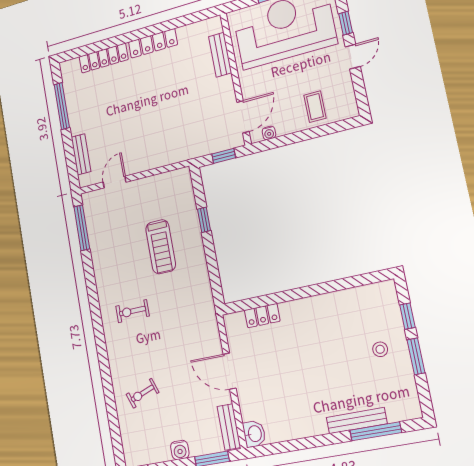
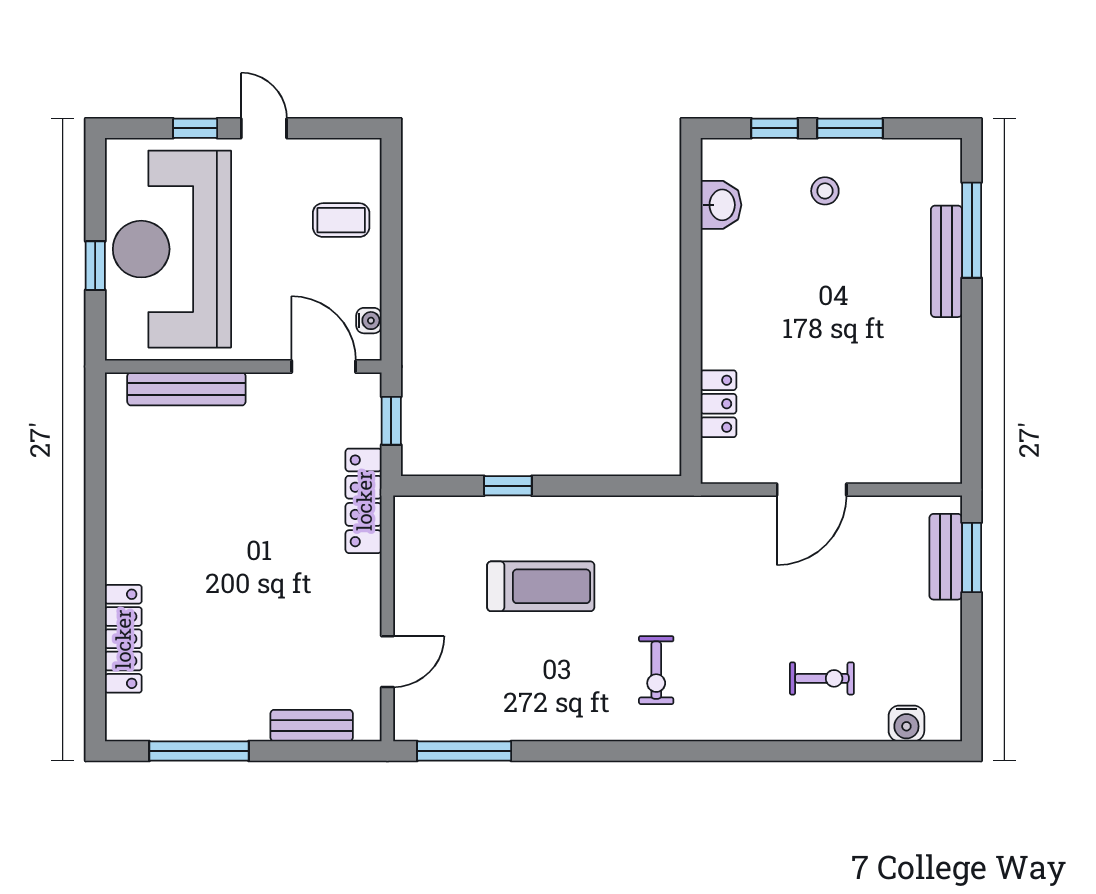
locker: (153, 43) -> (364, 501), moved, turned 180
bench: (220, 55) -> (186, 389), width x1.36
door: (114, 182) -> (387, 662), swing flipped
exercise bike: (143, 393) -> (822, 678), turned -70
bench: (229, 427) -> (946, 557), moved, turned 90
washbasin: (254, 434) -> (721, 205), moved, turned 90
water cooler: (180, 450) -> (906, 723), moved, turned 90

